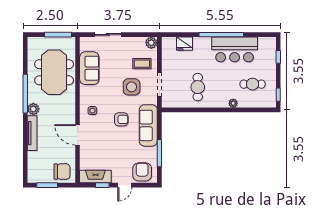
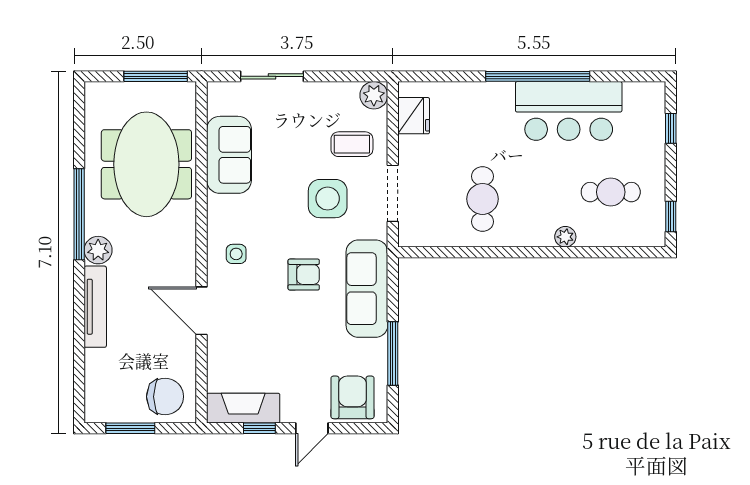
fridge: (184, 44) -> (414, 116), moved, turned -90

